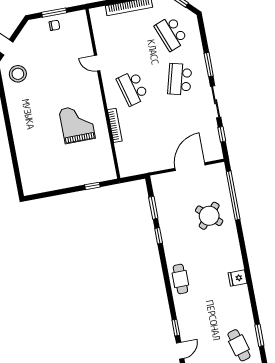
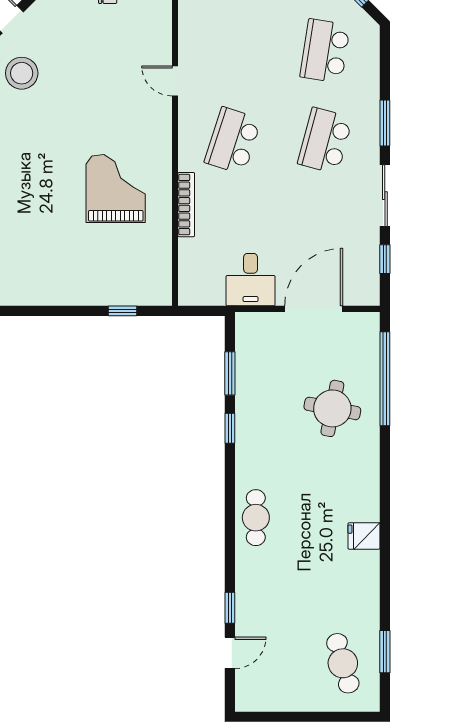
school desk: (171, 33) -> (325, 51), turned 30
school desk: (132, 88) -> (233, 141), turned 33
desk: (155, 158) -> (251, 280), added
round table: (209, 216) -> (332, 408), turned -31

